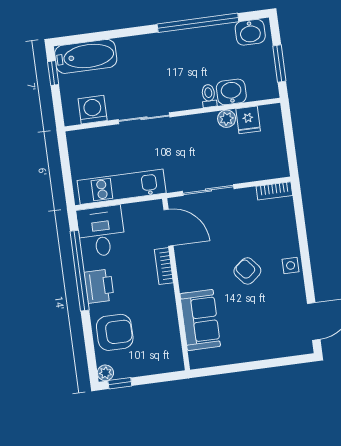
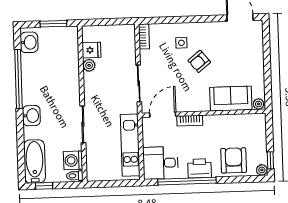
washbasin: (231, 92) -> (31, 116), moved, turned 180
toilet: (209, 96) -> (75, 176), moved
side table: (291, 265) -> (181, 43), moved
plant: (196, 359) -> (259, 104), added

